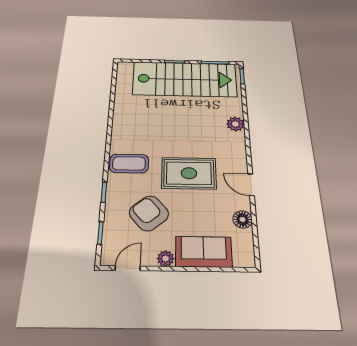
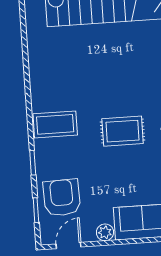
rug: (189, 173) -> (123, 131), width x0.73, depth x0.70
armchair: (149, 213) -> (62, 198), moved, turned 38

